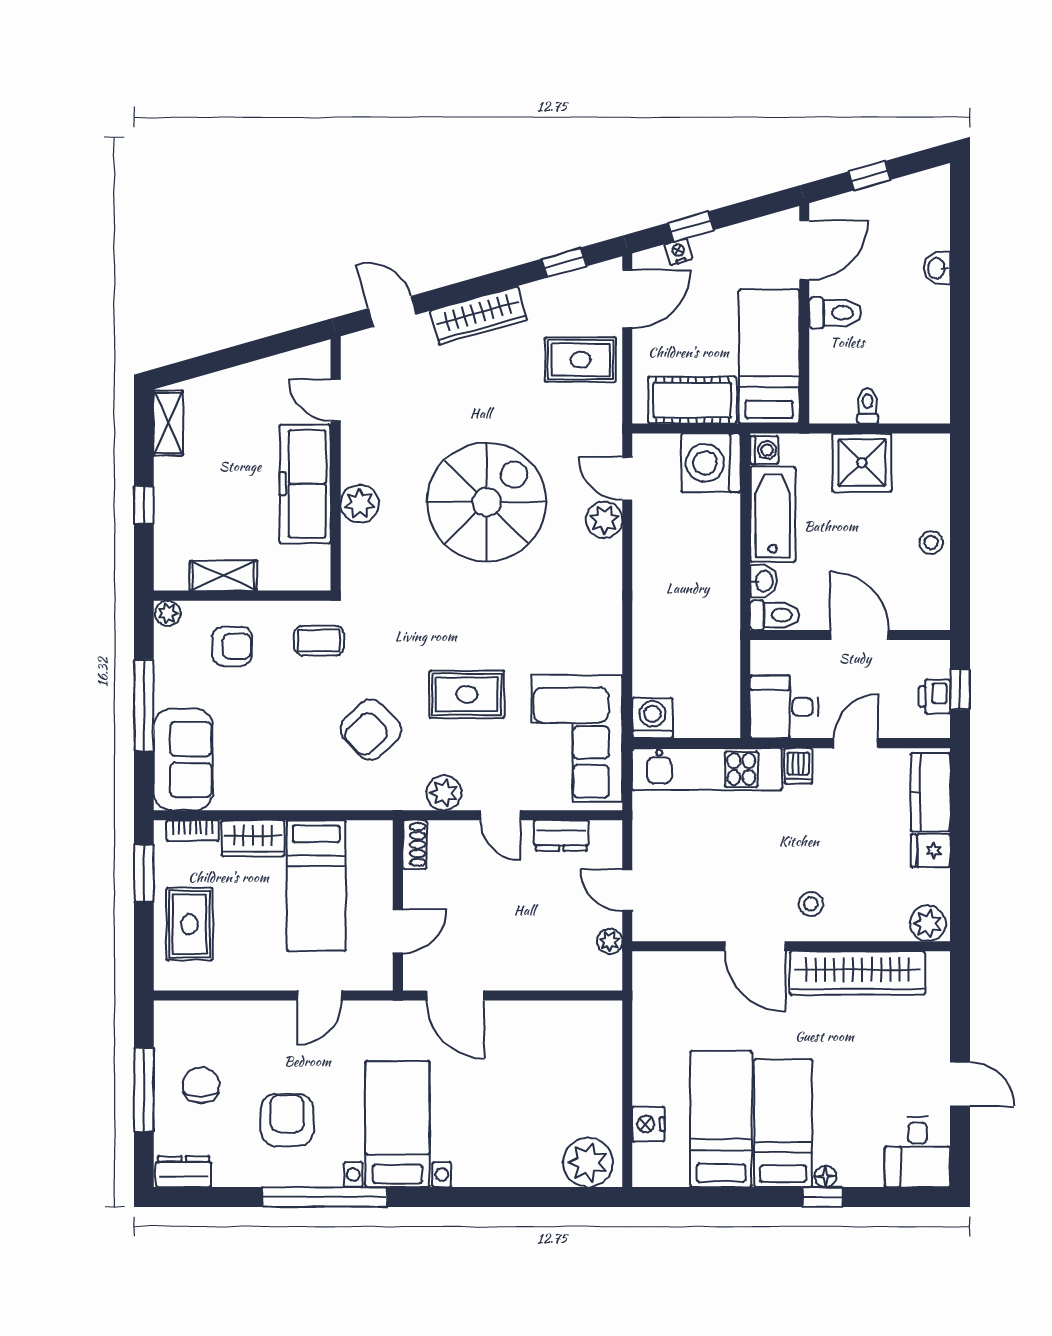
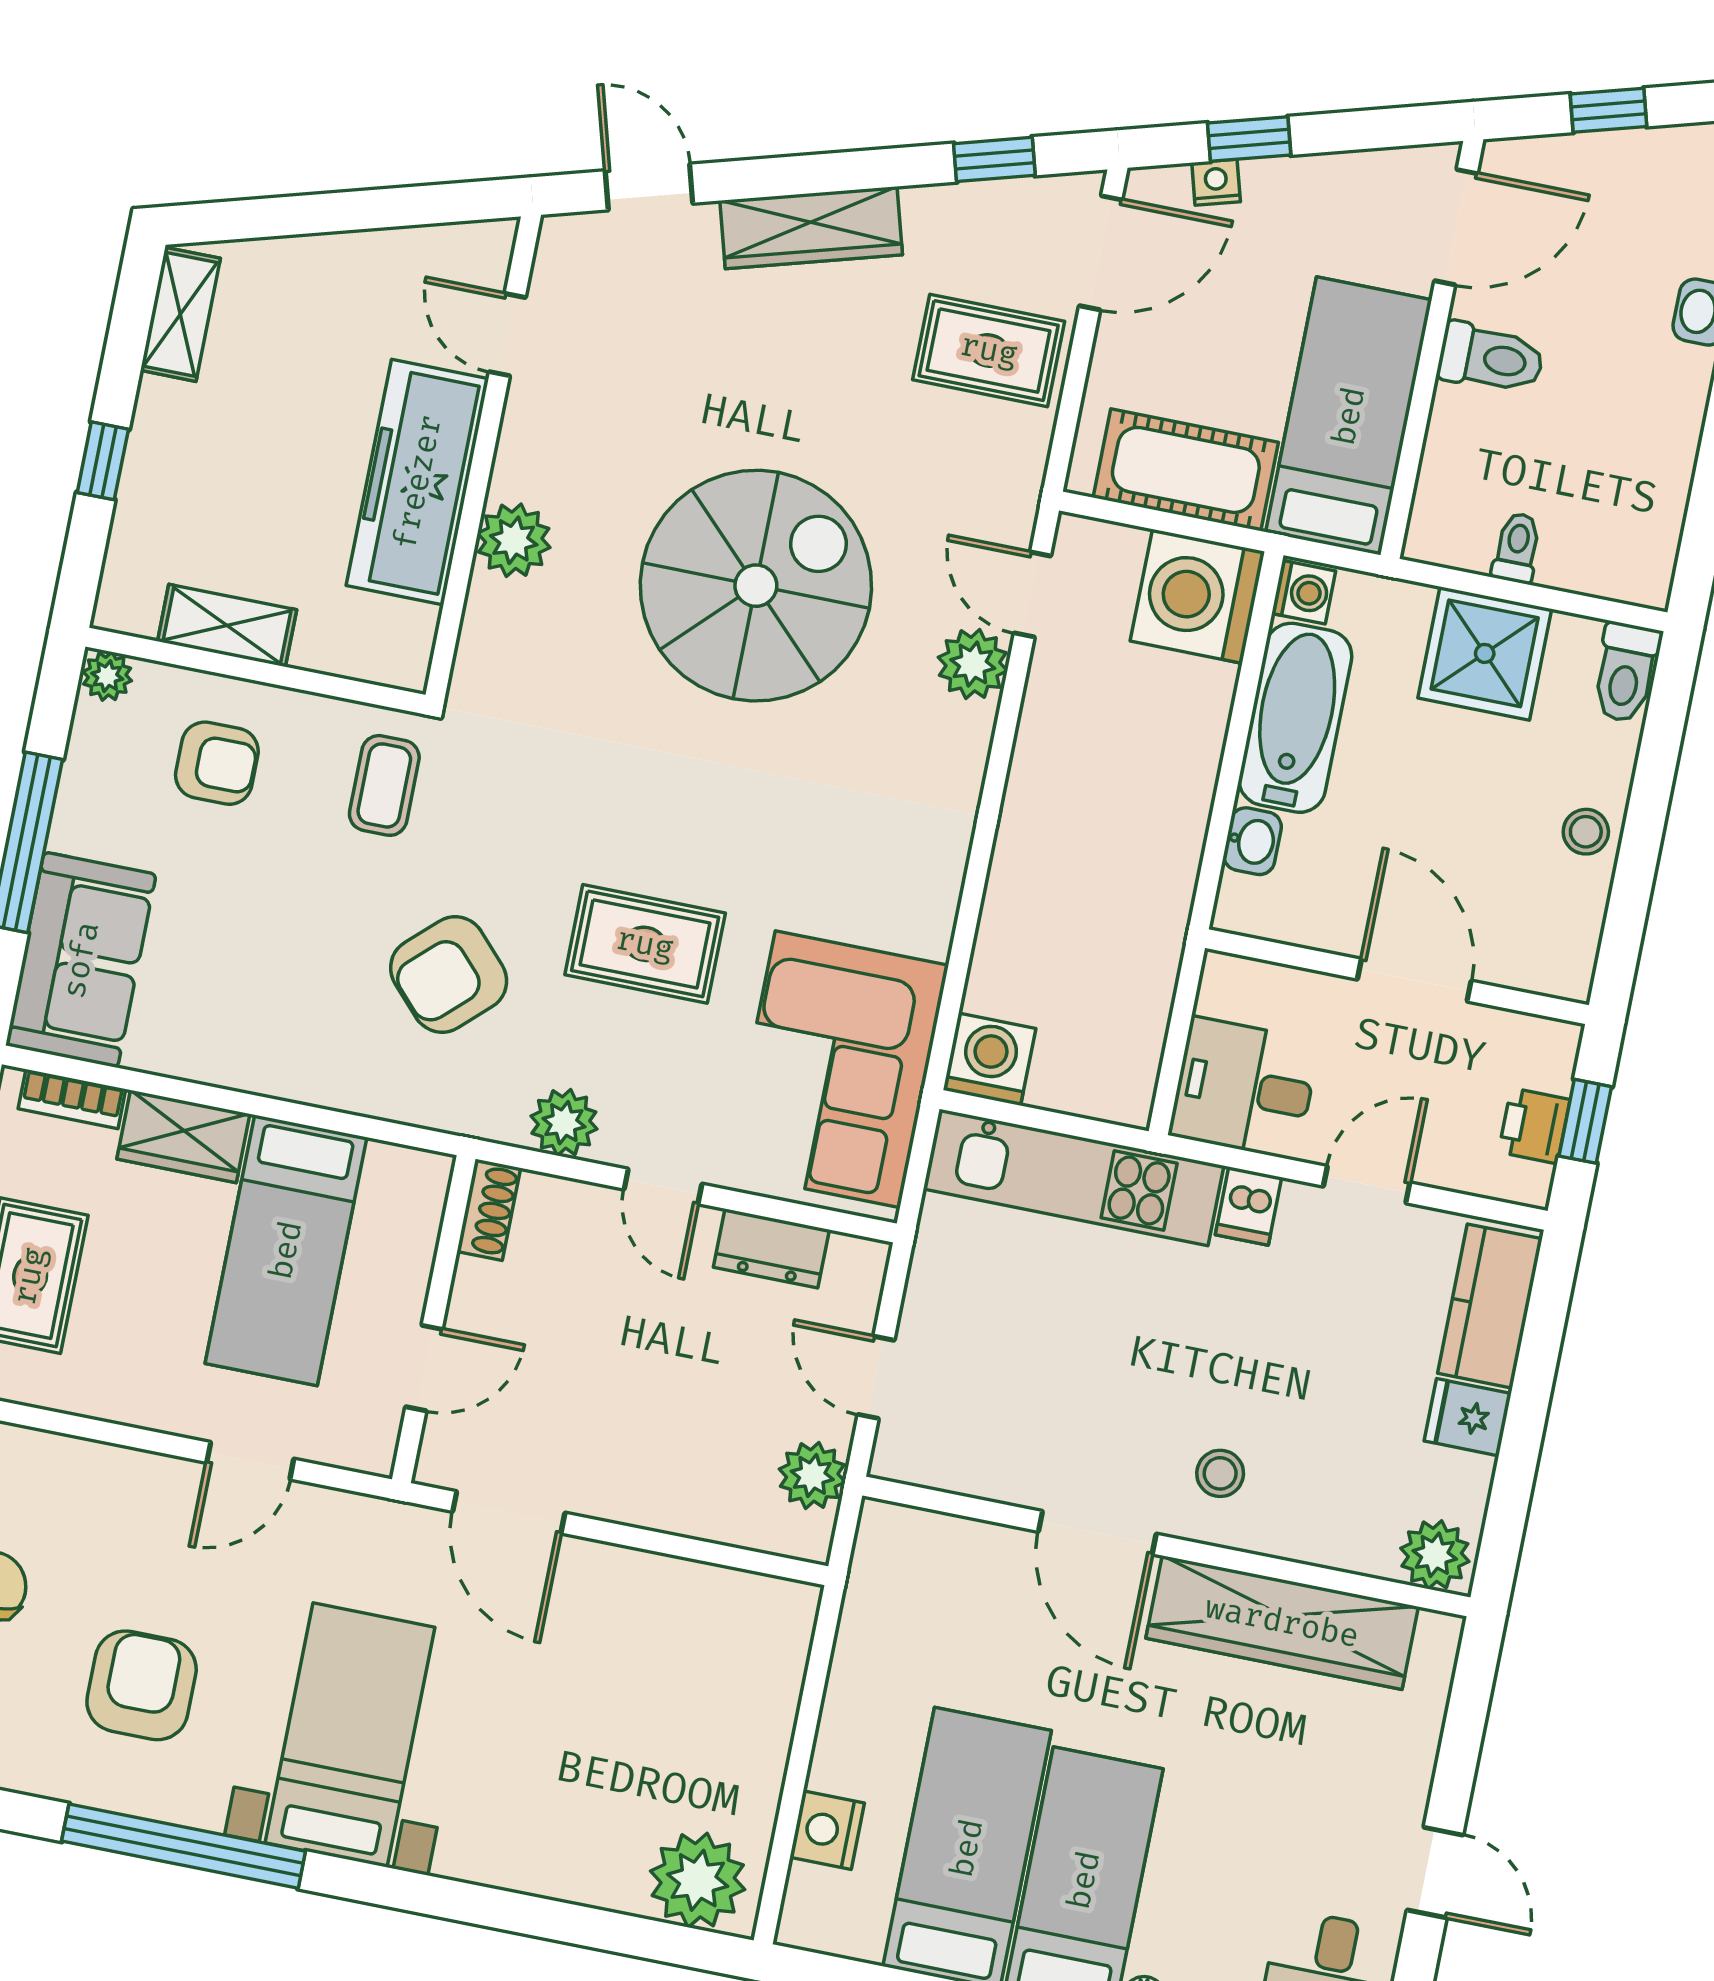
toilet: (775, 615) -> (1626, 672), moved, turned 90
coffee table: (319, 641) -> (384, 785), turned 90
plant: (610, 941) -> (812, 1475), width x1.38, depth x1.38

